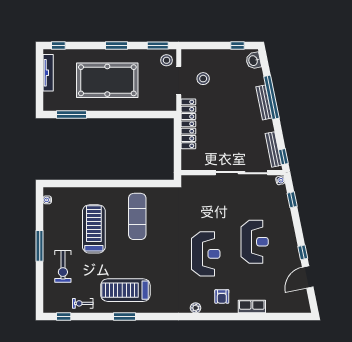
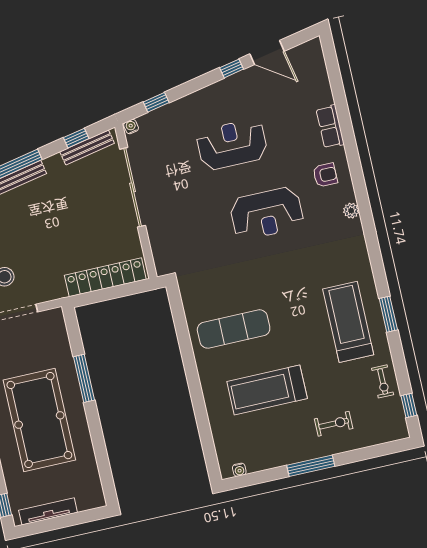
window: (71, 115) -> (84, 378), moved
locker: (188, 124) -> (105, 277), moved
window: (283, 157) -> (76, 138), moved
reception desk: (206, 254) -> (267, 213), turned 180
exercise bike: (63, 266) -> (334, 424), width x0.73, depth x0.72
treadmill: (125, 290) -> (348, 322), turned 180

